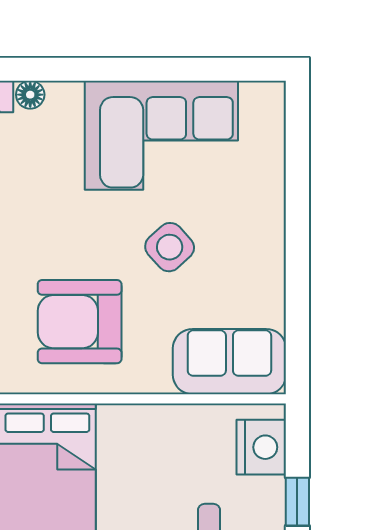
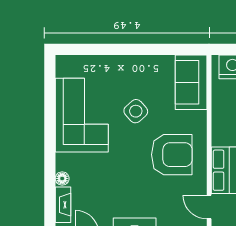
armchair: (80, 322) -> (172, 155), turned -90

